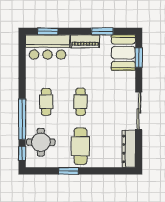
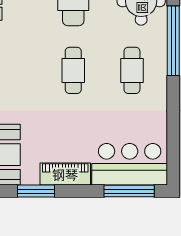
window: (48, 31) -> (129, 191), width x1.44

